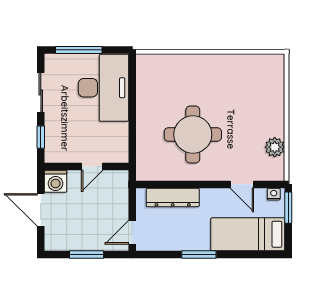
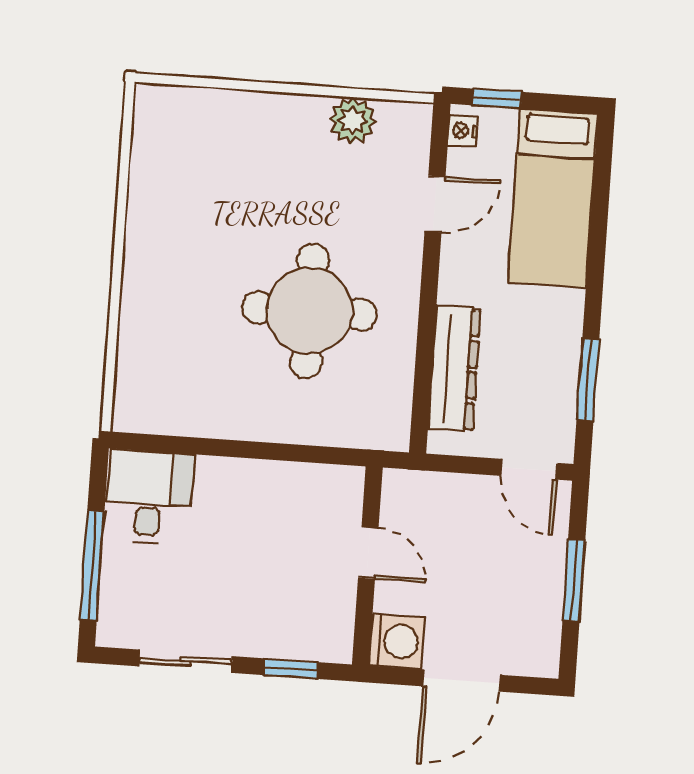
desk: (104, 88) -> (149, 497), width x0.53, depth x0.77
window: (288, 208) -> (497, 99), width x0.67
window: (199, 254) -> (588, 380), moved

